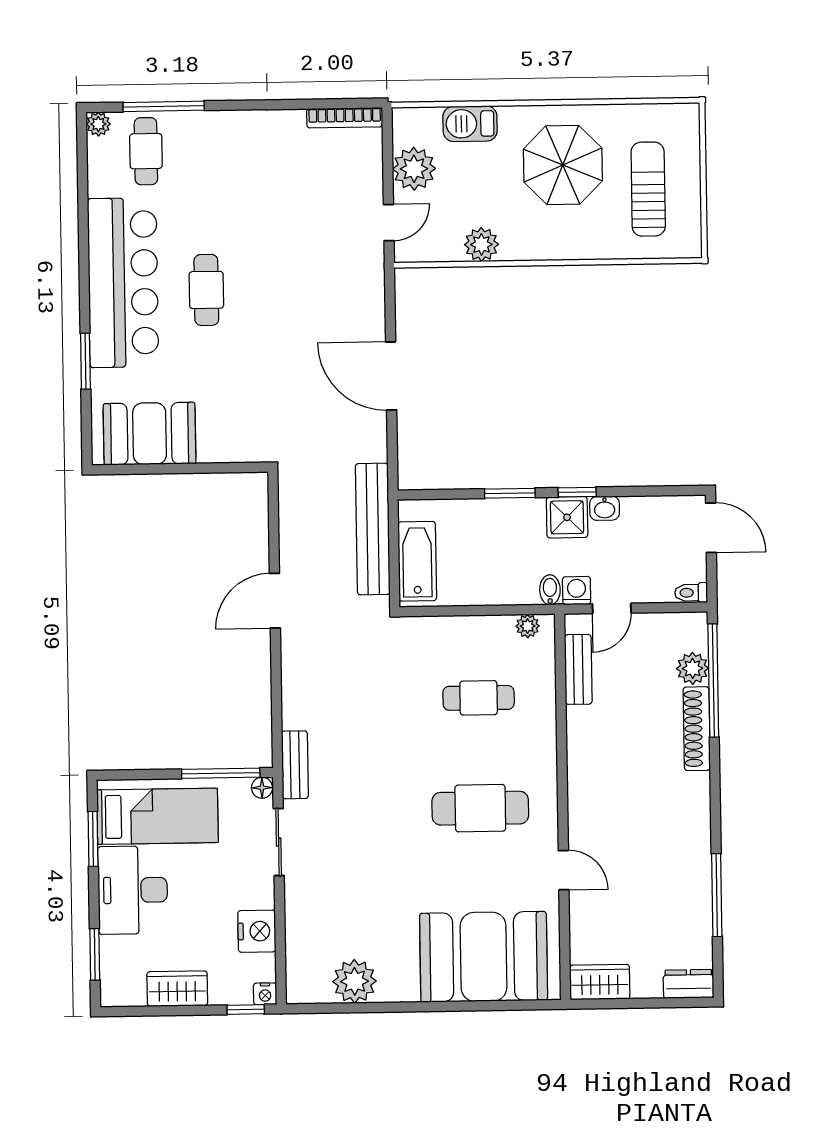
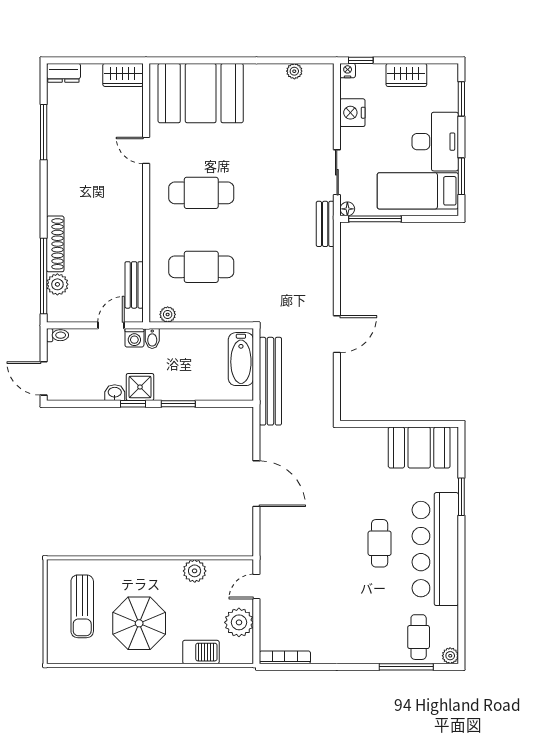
cafe table: (479, 698) -> (201, 267), width x1.37, depth x1.35
plant: (355, 981) -> (294, 71), width x0.53, depth x0.53

